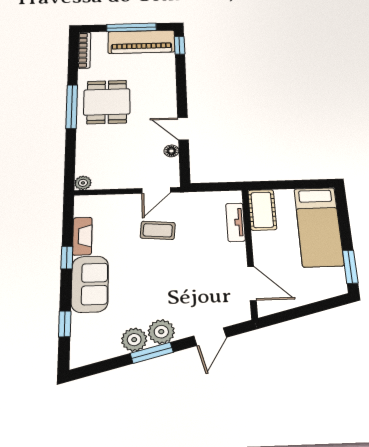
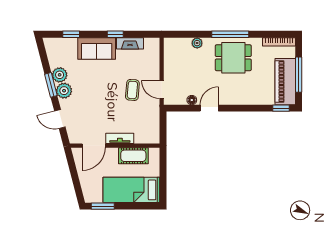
plant: (83, 183) -> (197, 43), moved
cot: (262, 210) -> (133, 156), moved
tv unit: (235, 222) -> (120, 138), moved

